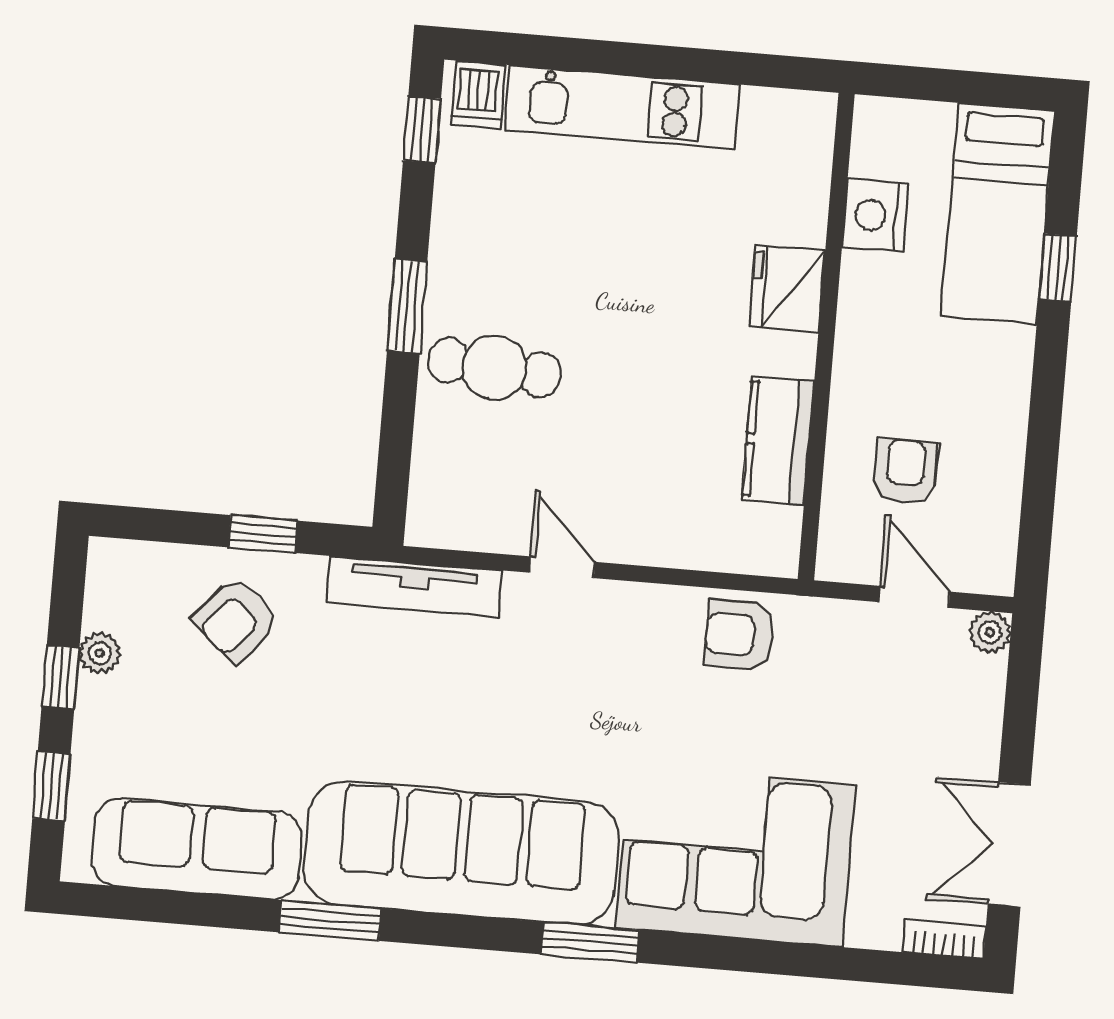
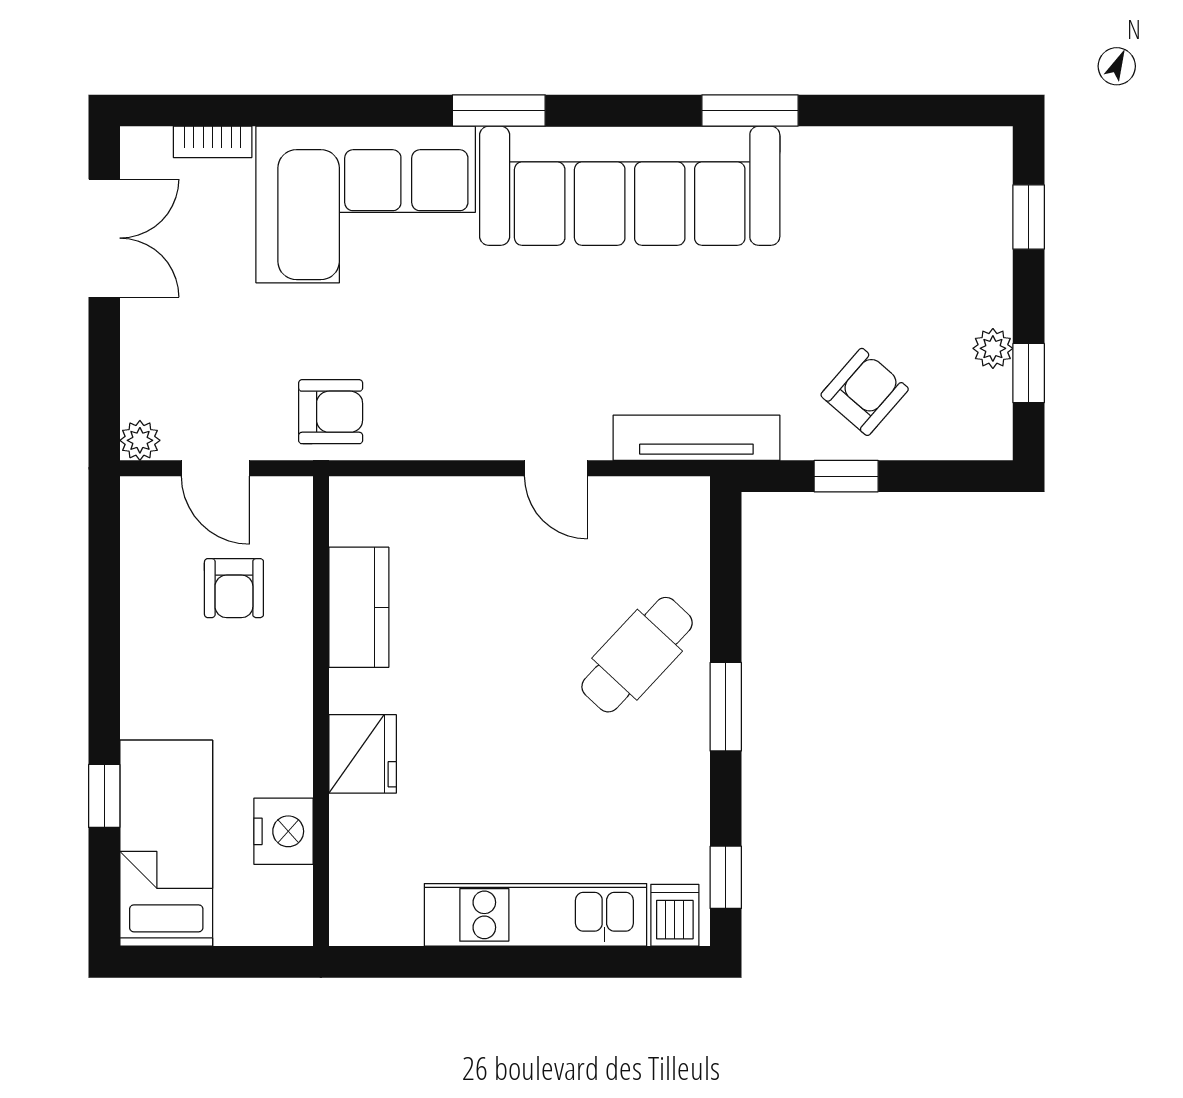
cafe table: (494, 367) -> (637, 655), turned -51
armchair: (739, 635) -> (331, 412), moved
window: (61, 677) -> (1029, 373), moved
sofa: (197, 849) -> (884, 169), removed
bookcase: (944, 939) -> (213, 142), moved

